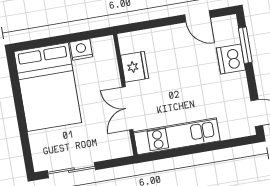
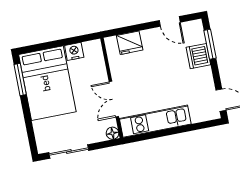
fridge: (135, 67) -> (130, 43), moved, turned 90
window: (15, 82) -> (20, 80), added
floor lamp: (125, 149) -> (112, 133), added

